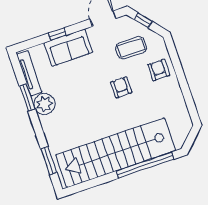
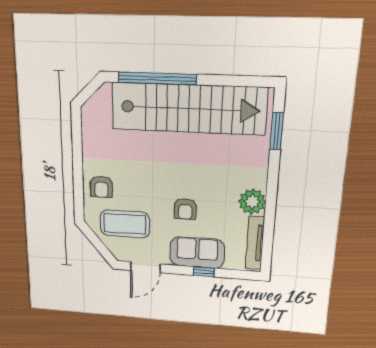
window: (143, 20) -> (101, 248), removed
coffee table: (131, 48) -> (125, 224), width x1.36, depth x1.32
armchair: (121, 87) -> (185, 209), moved
window: (27, 97) -> (270, 217), removed

